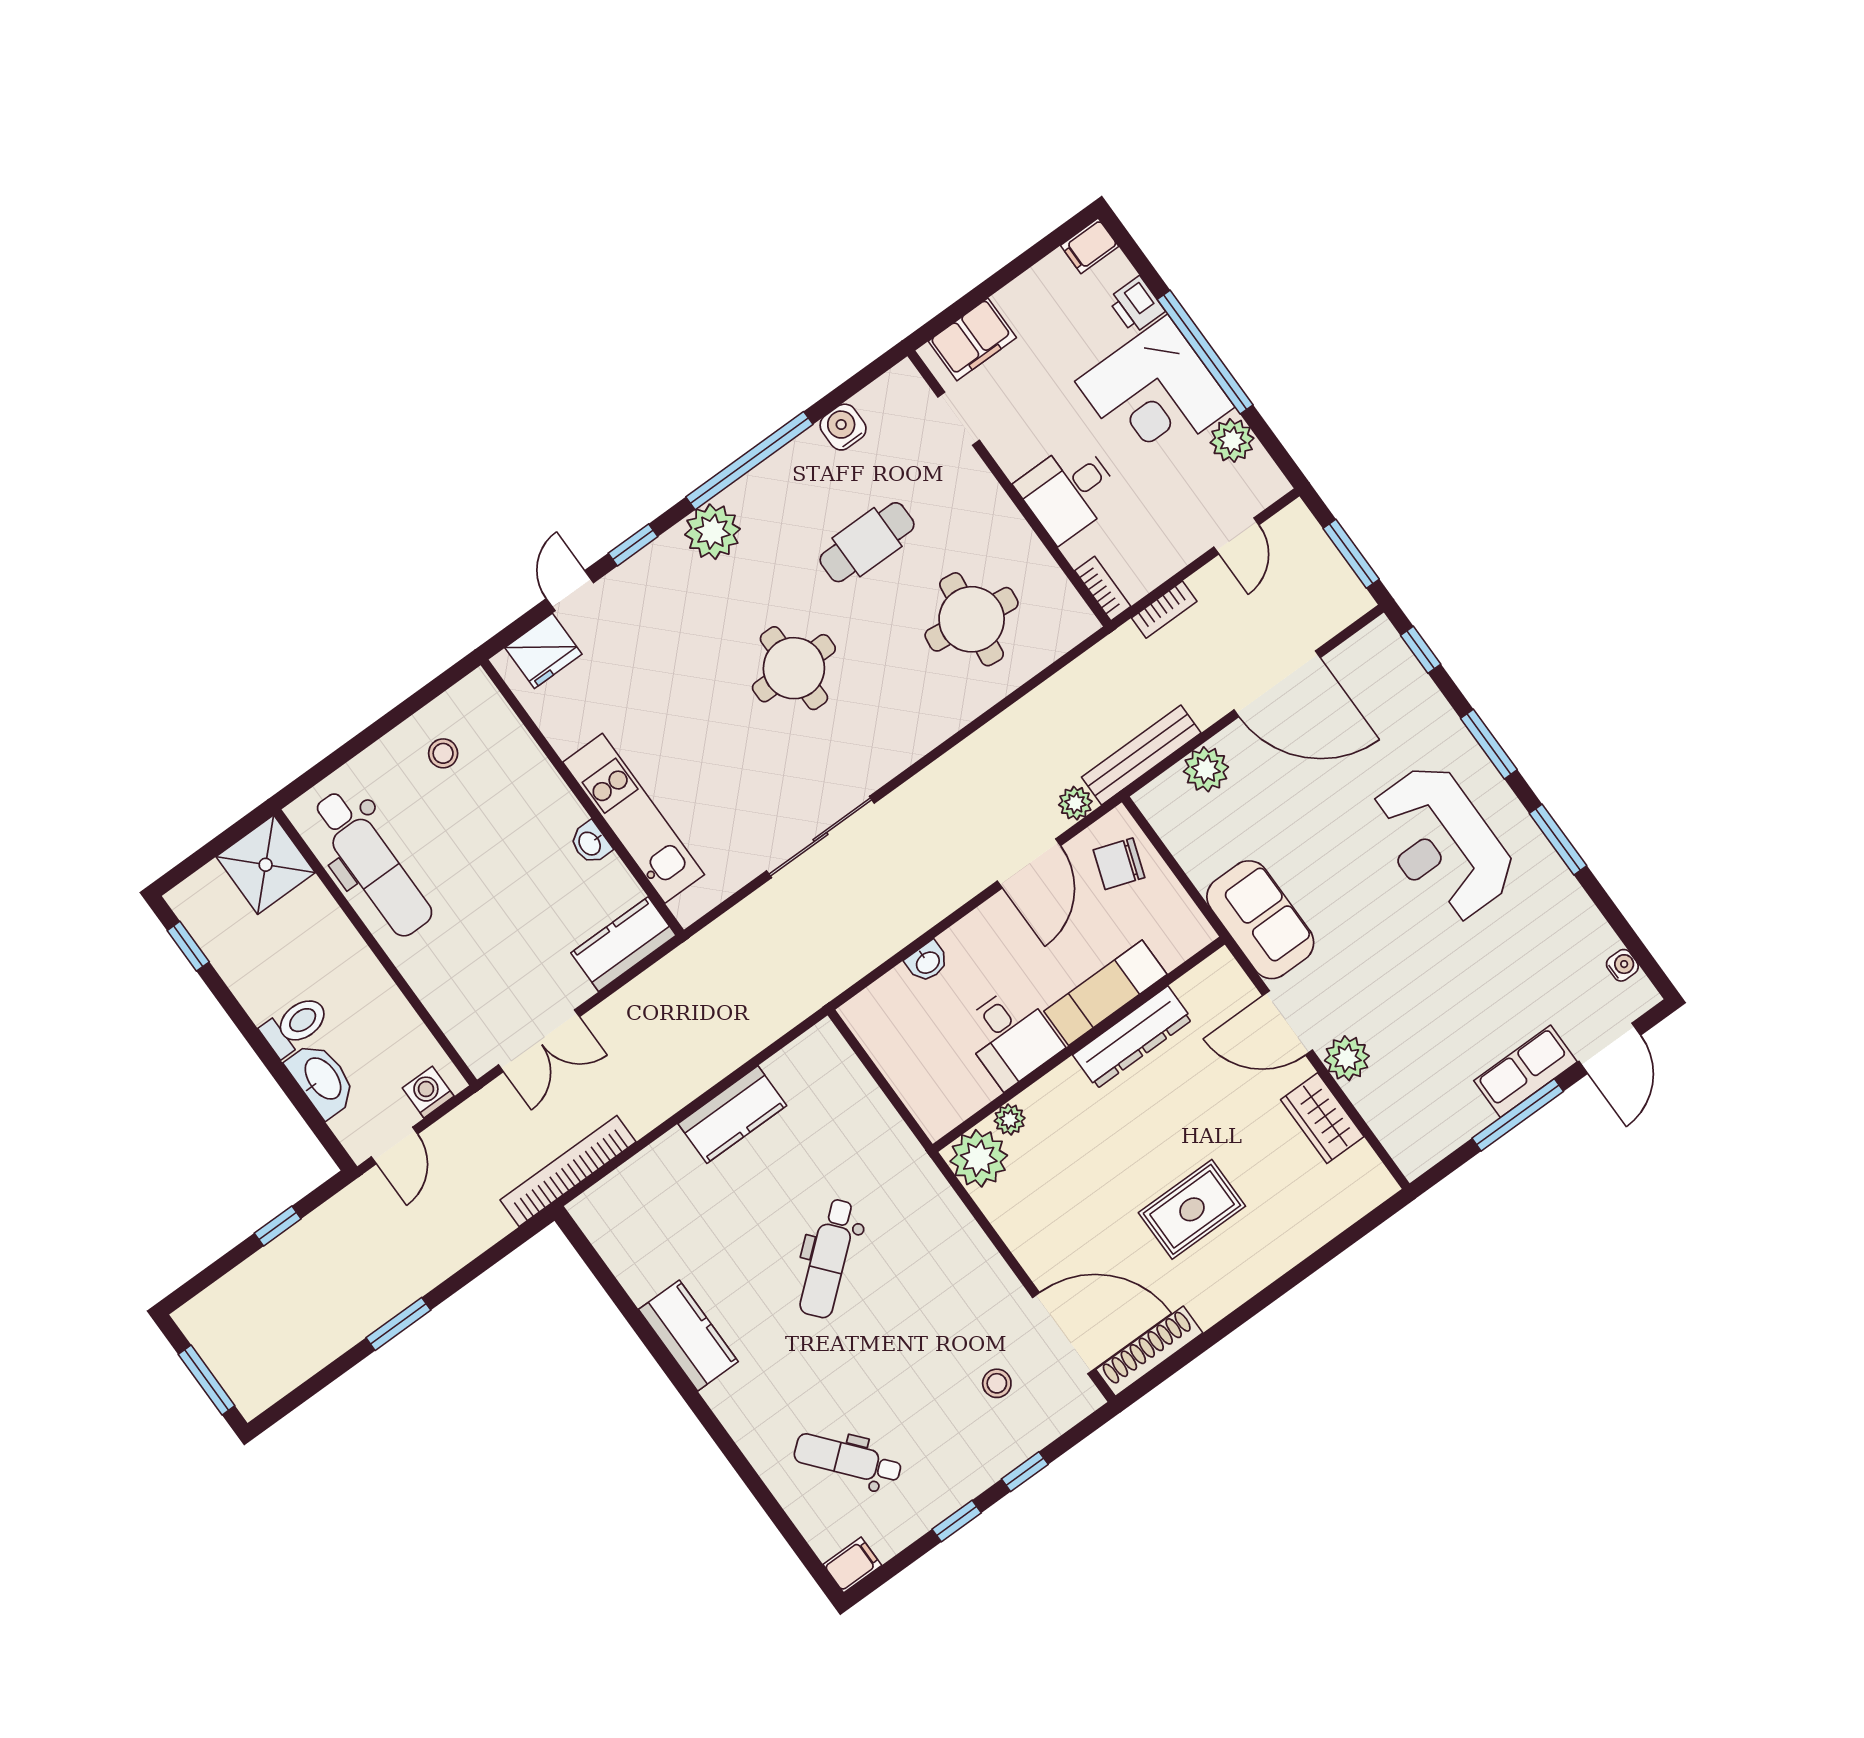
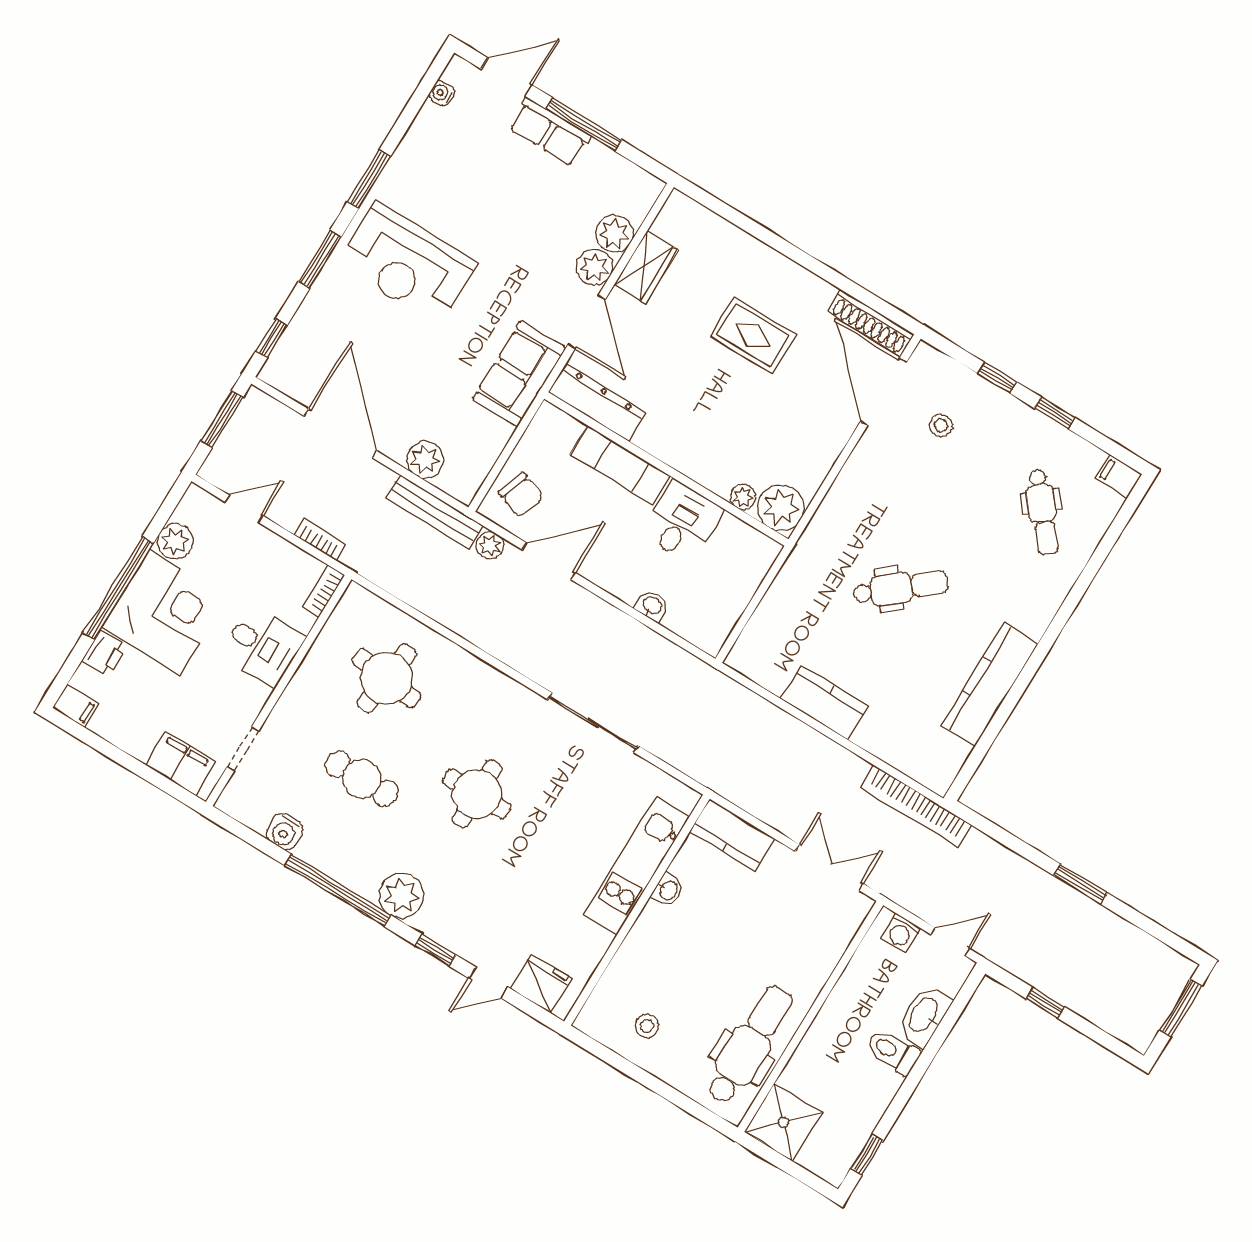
reception desk: (1442, 843) -> (407, 263), turned 90
dresser: (1132, 1037) -> (597, 402), moved
plant: (1377, 1098) -> (614, 234), added
kitchen counter: (688, 1336) -> (990, 684), width x1.50

